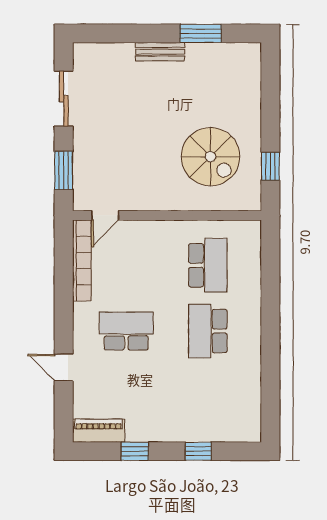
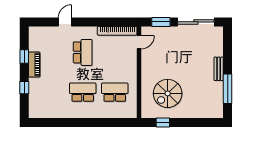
window: (201, 33) -> (228, 89), width x1.44
sliding door: (64, 99) -> (196, 22), width x1.37
door: (105, 215) -> (139, 42), swing flipped
school desk: (208, 265) -> (115, 92), turned 180
piano: (99, 431) -> (34, 64), moved

